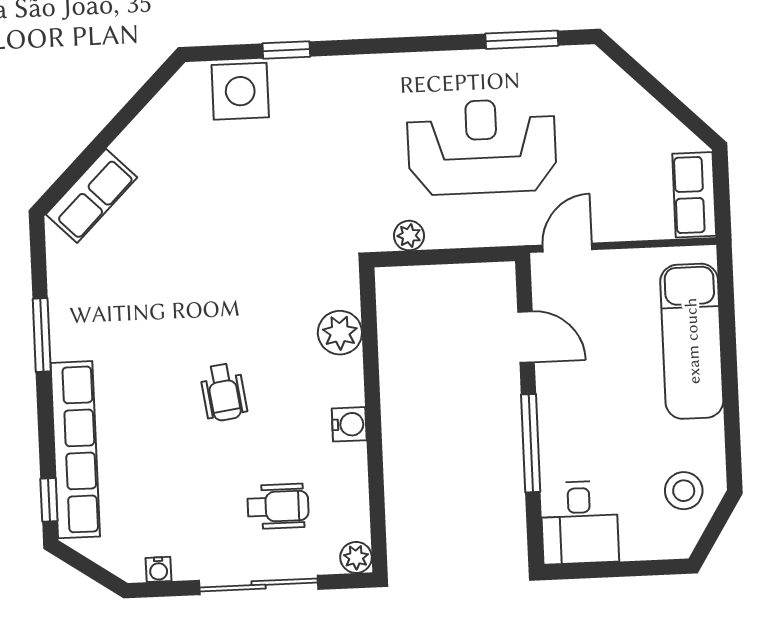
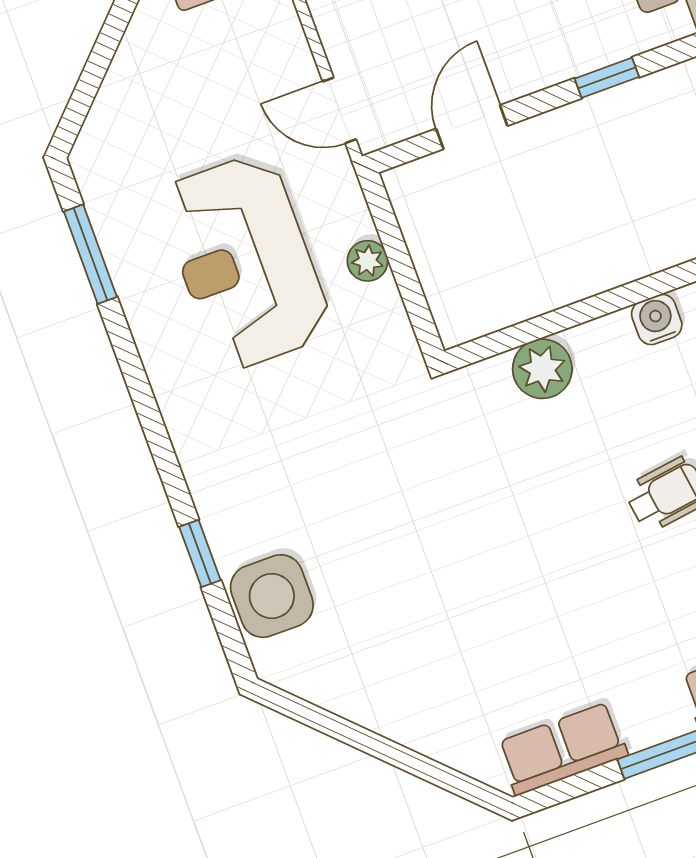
row of seats: (92, 196) -> (562, 749), moved, turned -45
plant: (409, 236) -> (368, 261), moved
window: (531, 443) -> (607, 78), width x0.46

